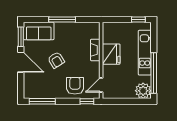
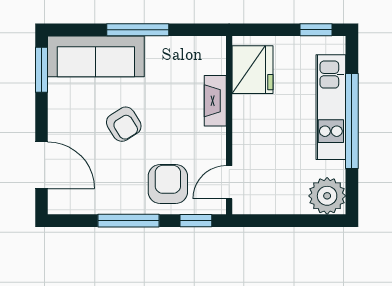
sofa: (39, 31) -> (96, 56), width x1.36
fridge: (111, 54) -> (252, 70), moved
door: (21, 62) -> (41, 165), moved
window: (154, 73) -> (352, 121), moved
window: (42, 101) -> (129, 221), moved

